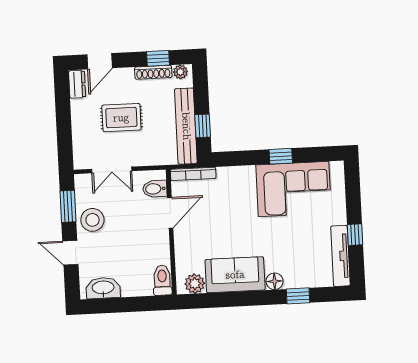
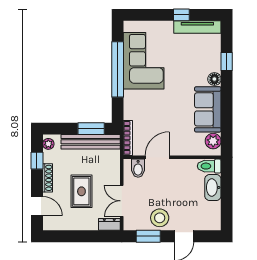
shoe rack: (153, 72) -> (48, 178), moved
dresser: (77, 84) -> (109, 224), moved
window: (203, 126) -> (91, 129), width x1.50
window: (281, 156) -> (118, 69), width x3.17
double door: (112, 170) -> (122, 201), swing flipped
door: (170, 213) -> (157, 157), hinge flipped
washbasin: (103, 288) -> (213, 187), moved

